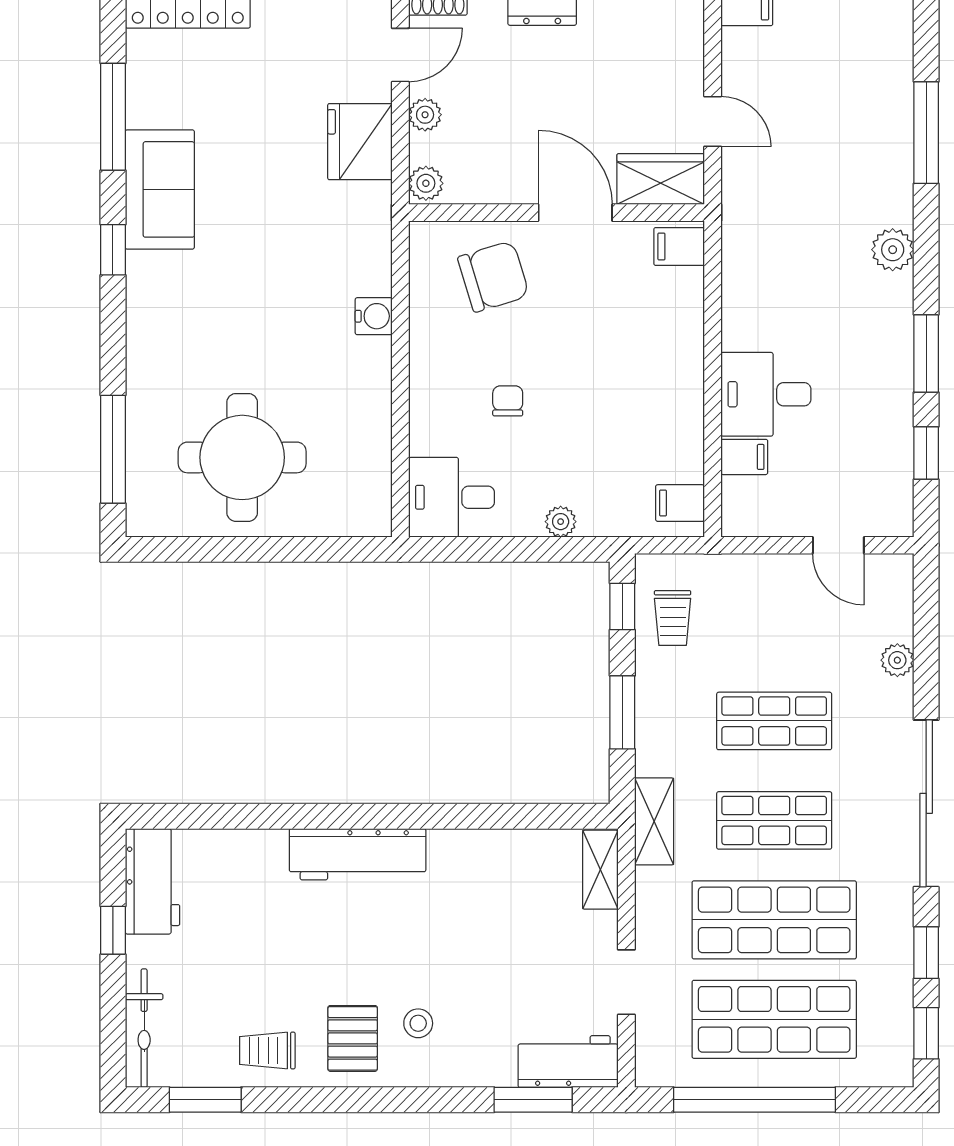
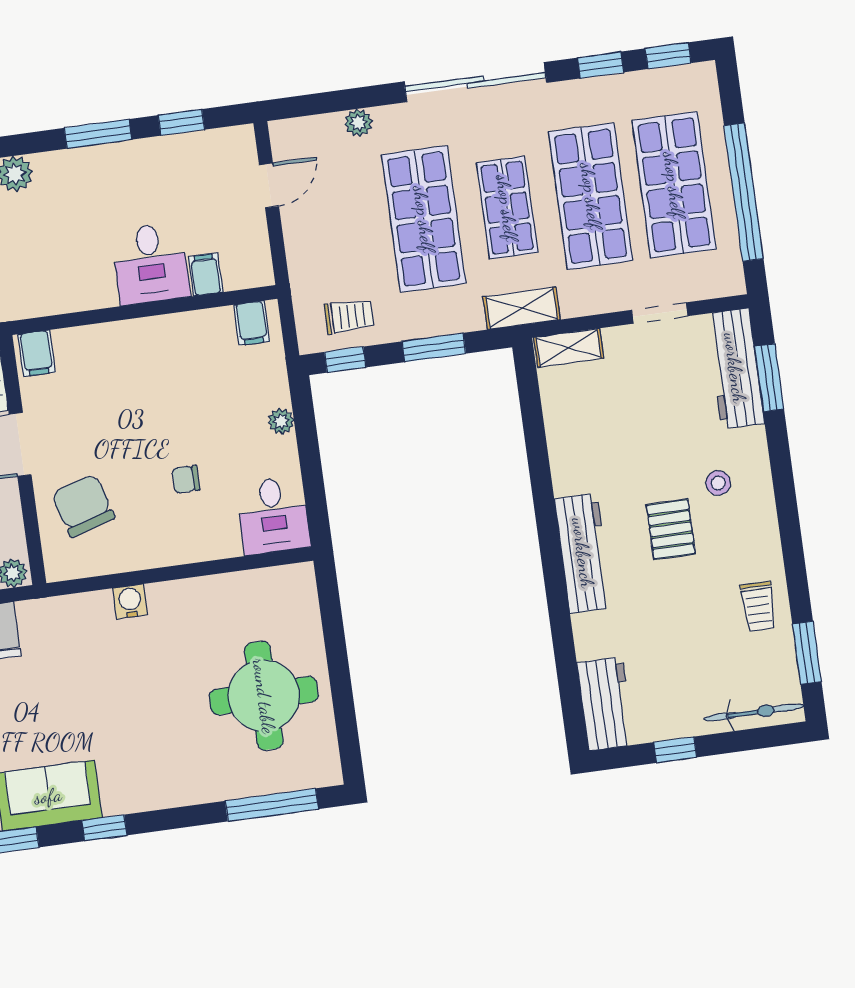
shop shelf: (774, 721) -> (424, 219), width x1.43, depth x1.36
workbench: (153, 881) -> (605, 704), moved, turned 90
pallet: (353, 1038) -> (671, 529), moved, turned 90
workbench: (568, 1062) -> (735, 368), width x1.38

